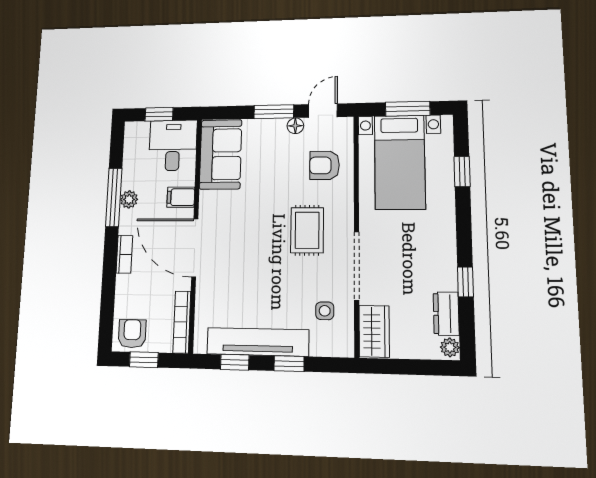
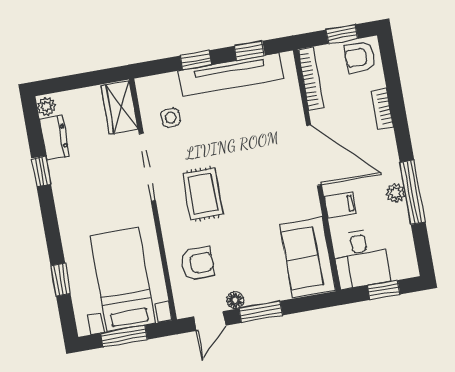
bookcase: (124, 254) -> (382, 109), moved
armchair: (132, 334) -> (360, 57), turned 90

